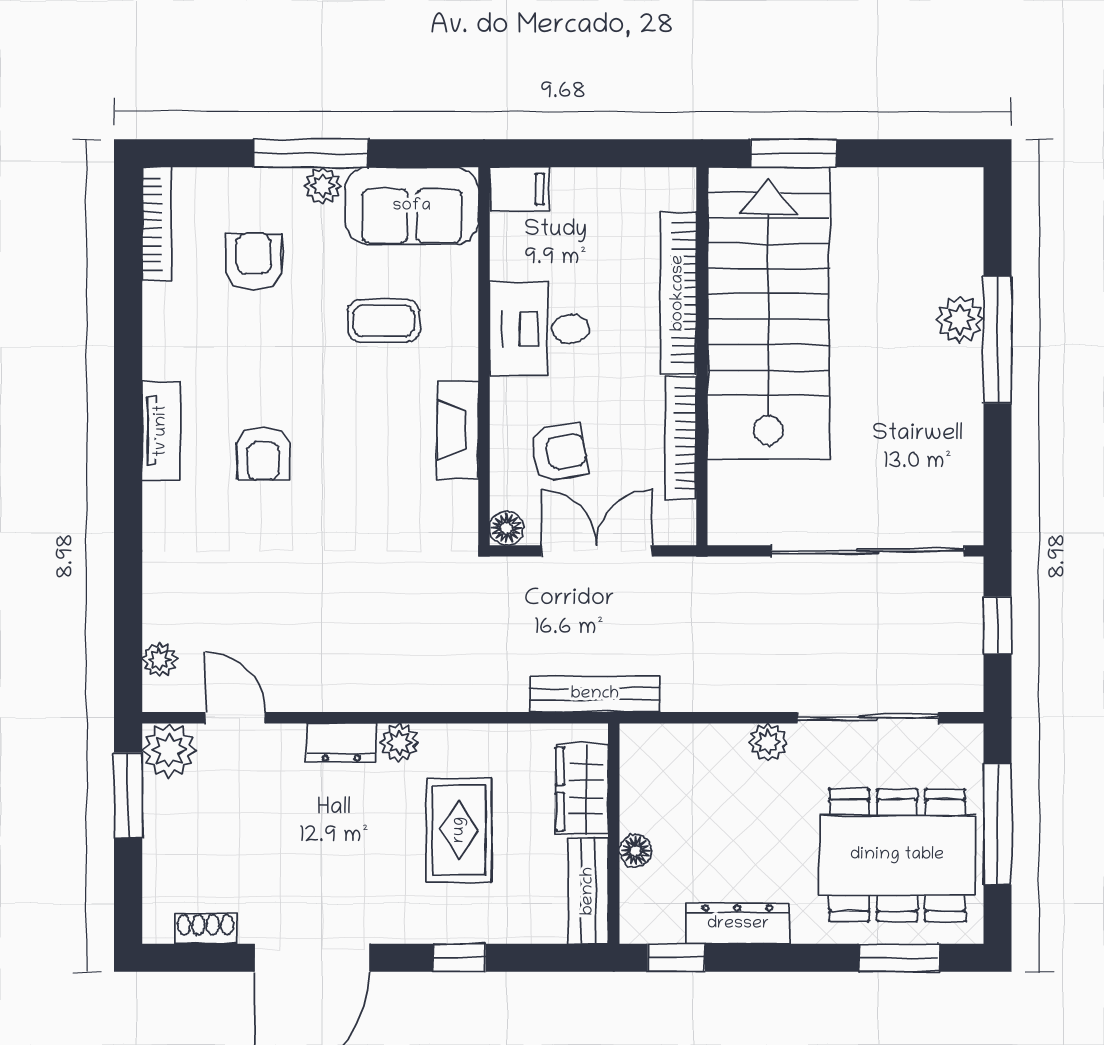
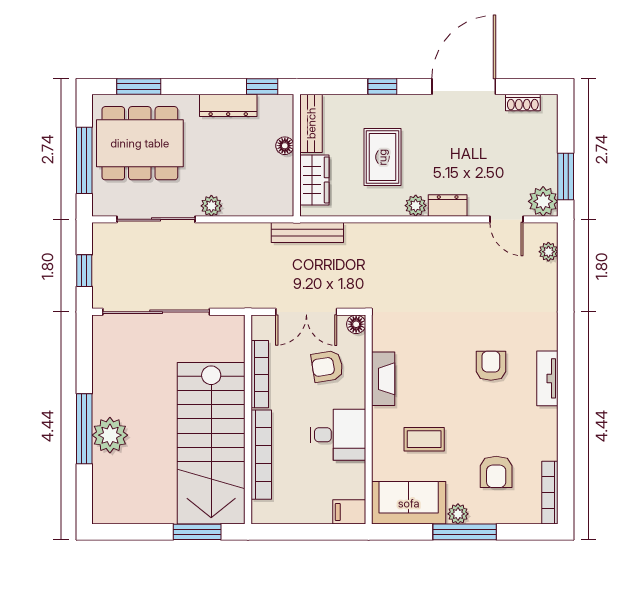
plant: (960, 319) -> (110, 435), width x1.36, depth x1.36

